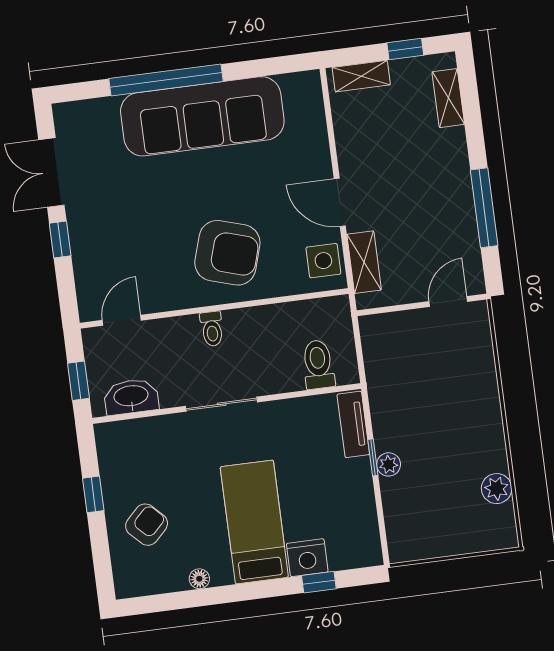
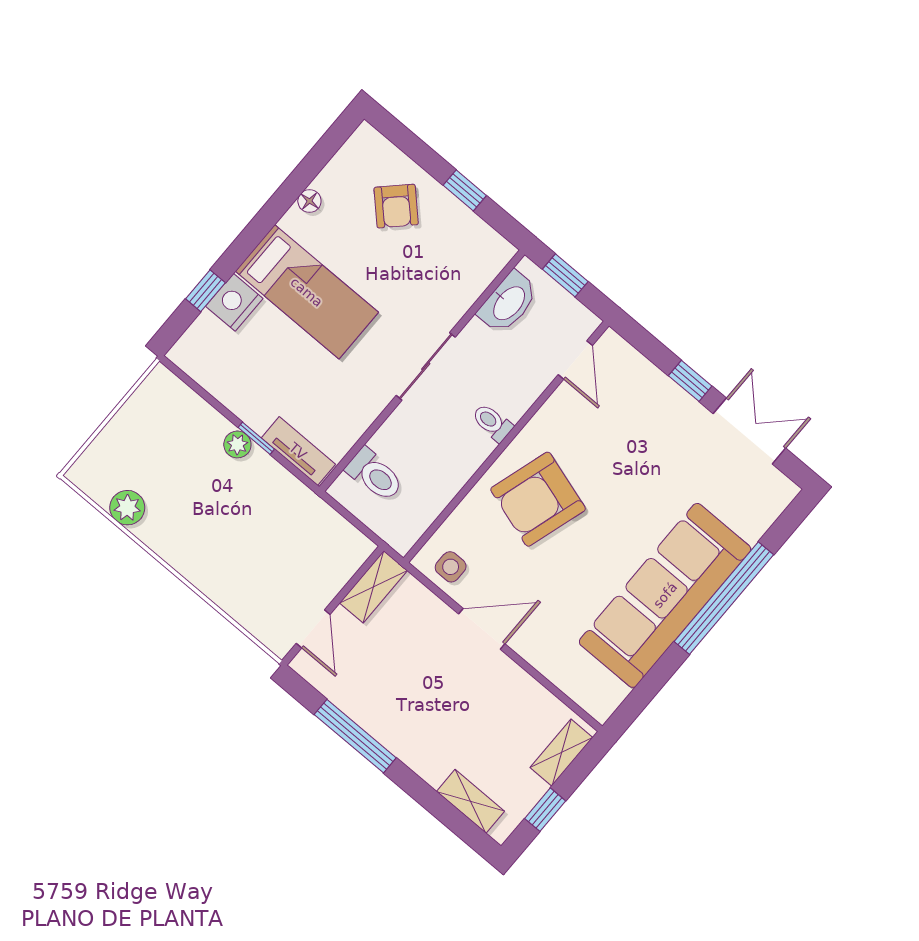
side table: (323, 261) -> (451, 567), width x0.73, depth x0.73
shelving: (364, 262) -> (373, 587), moved, turned 90

